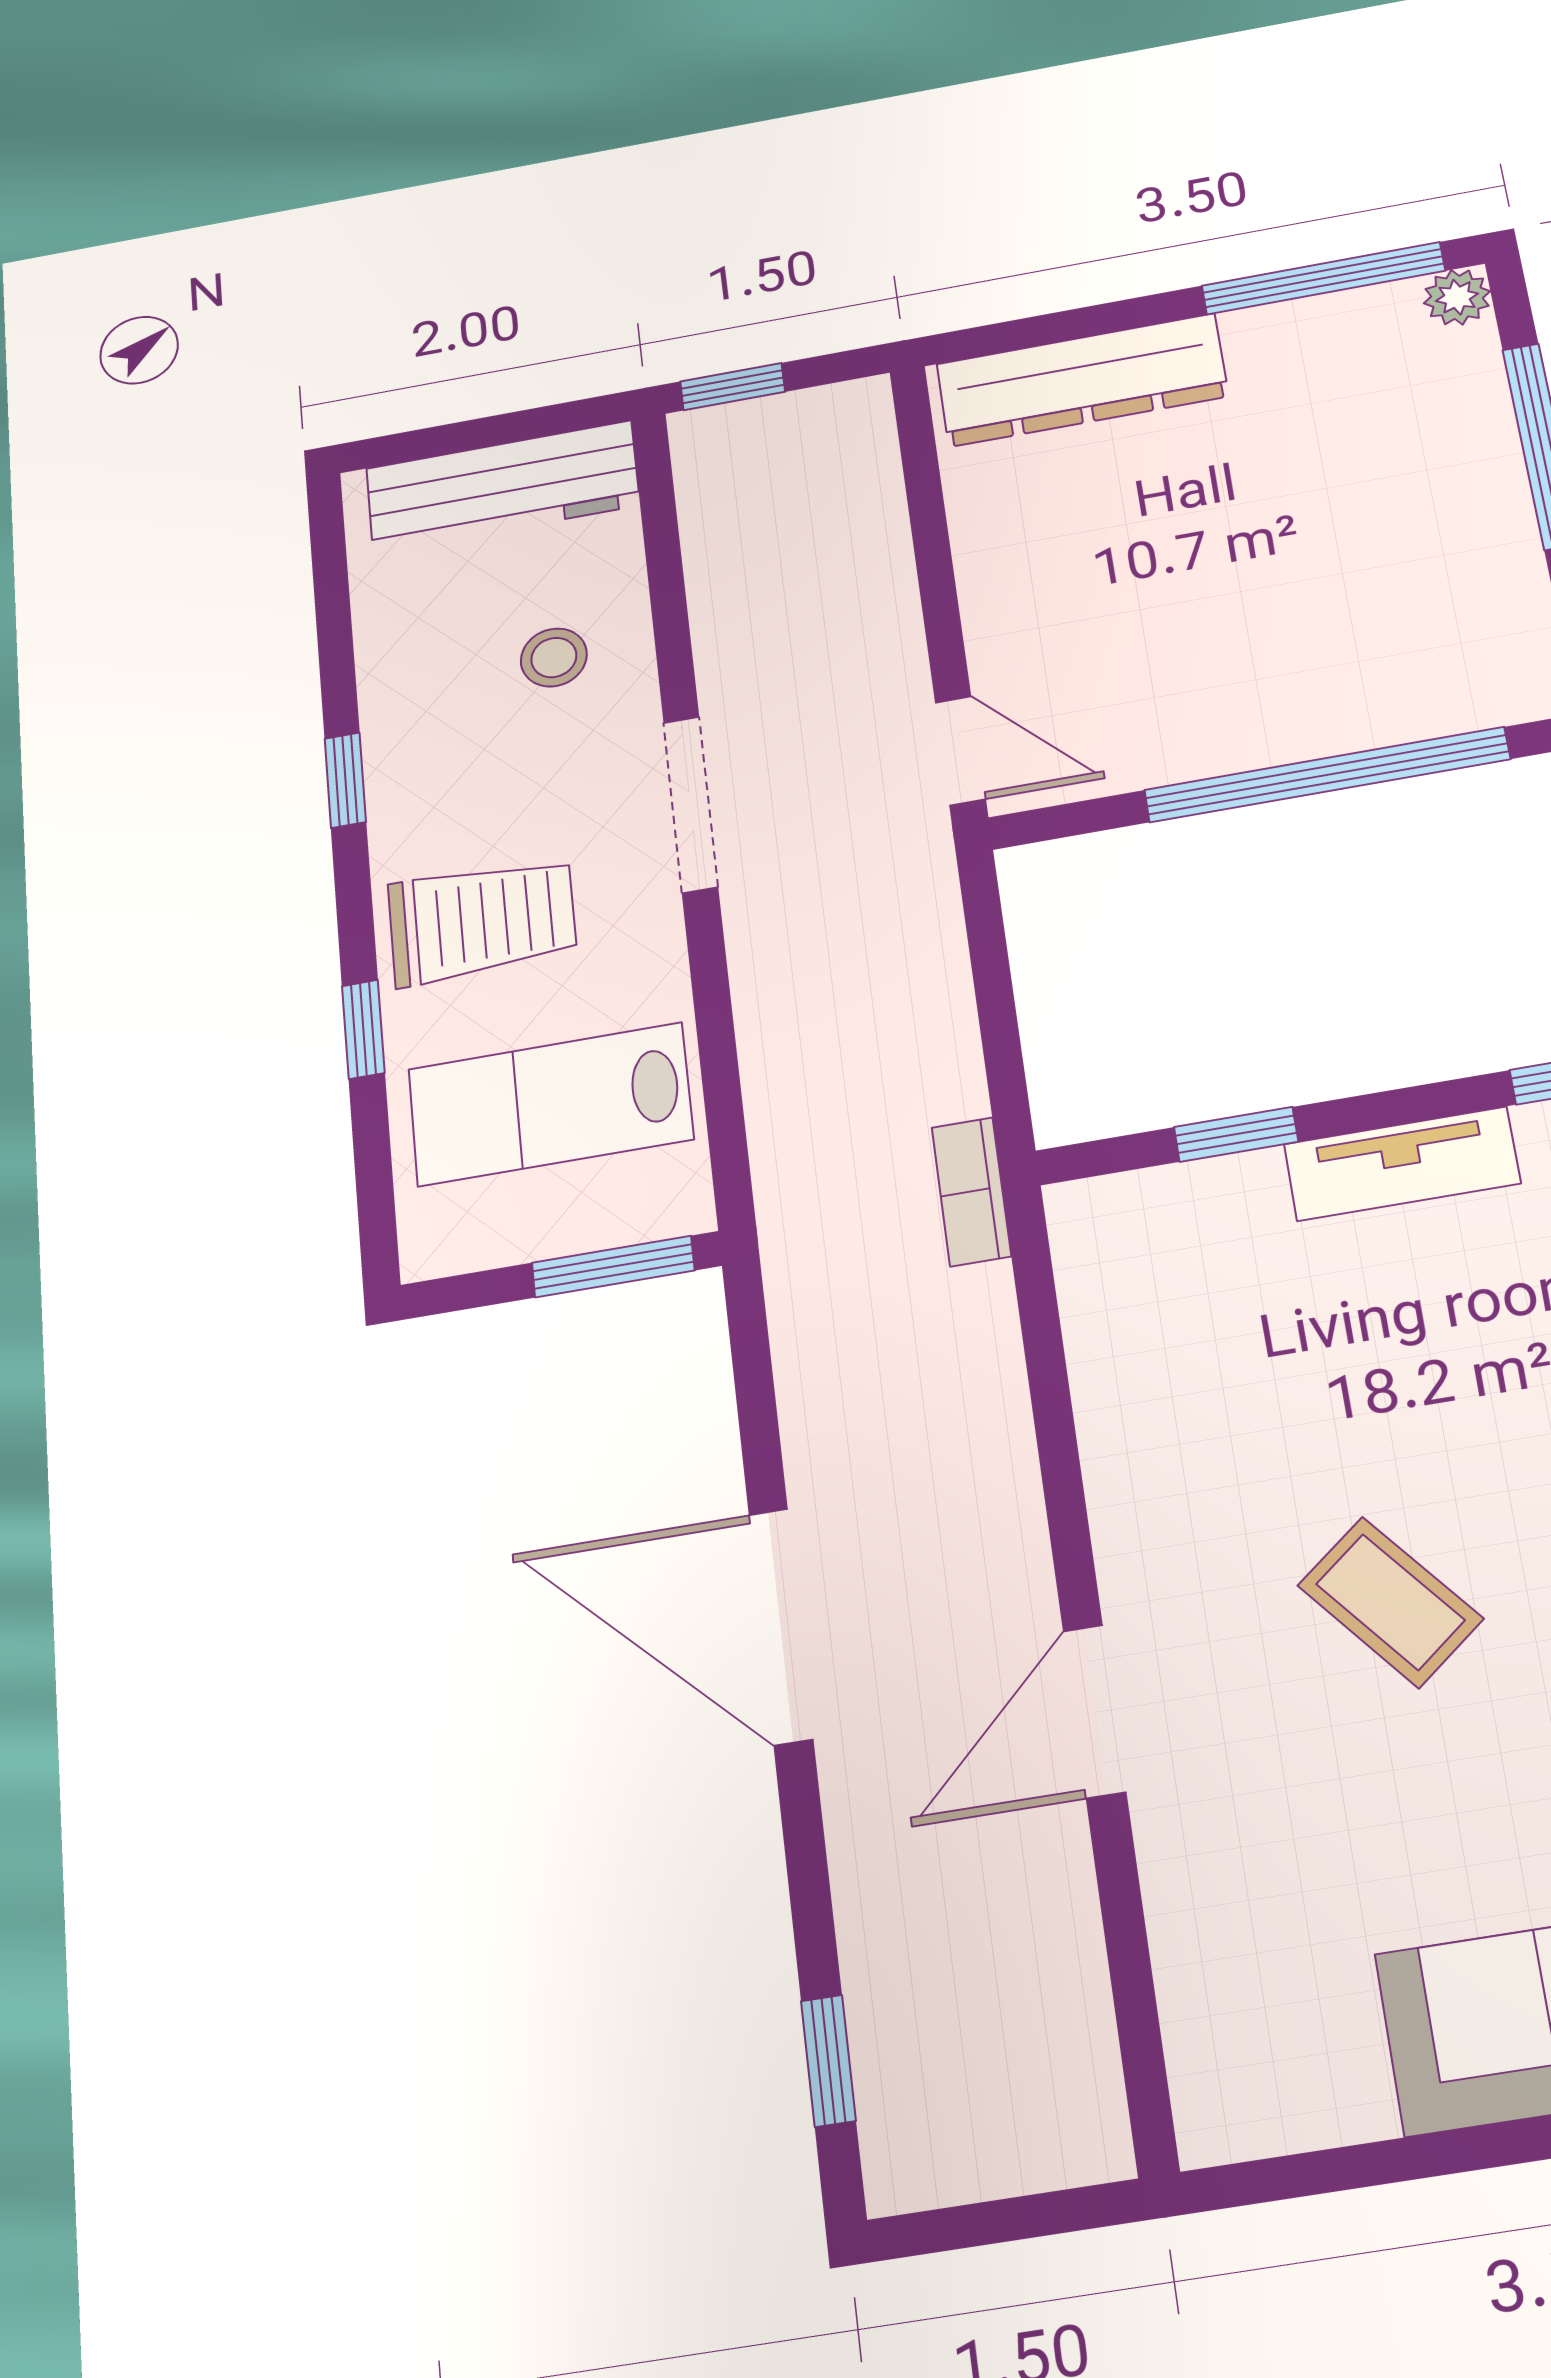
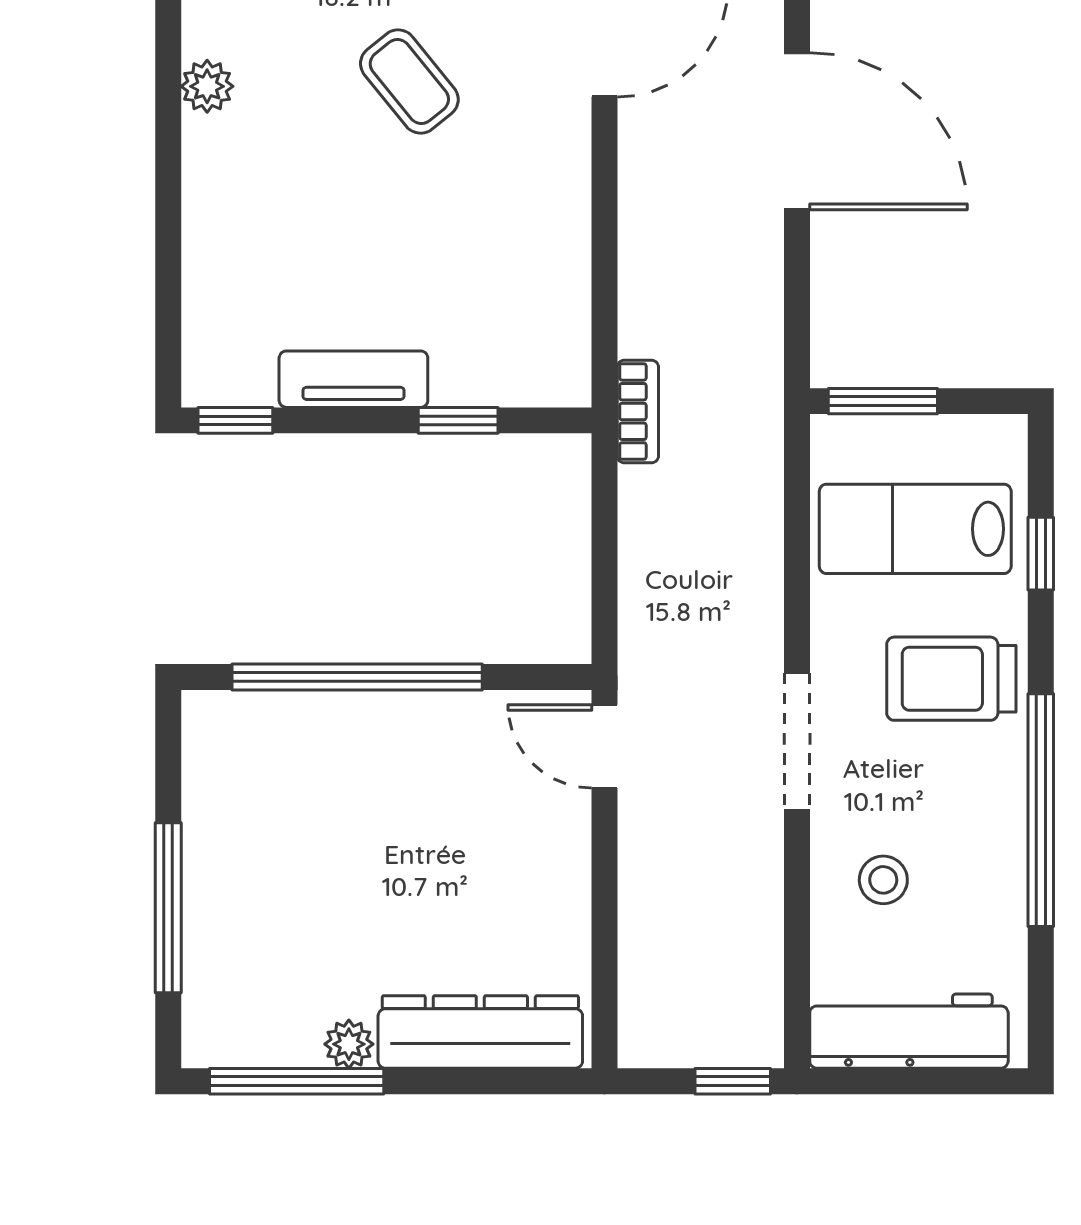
plant: (1457, 297) -> (349, 1044), moved
window: (345, 780) -> (1041, 810), width x3.17
window: (363, 1029) -> (1041, 554), moved
lab bench: (550, 1104) -> (915, 529), turned 180

